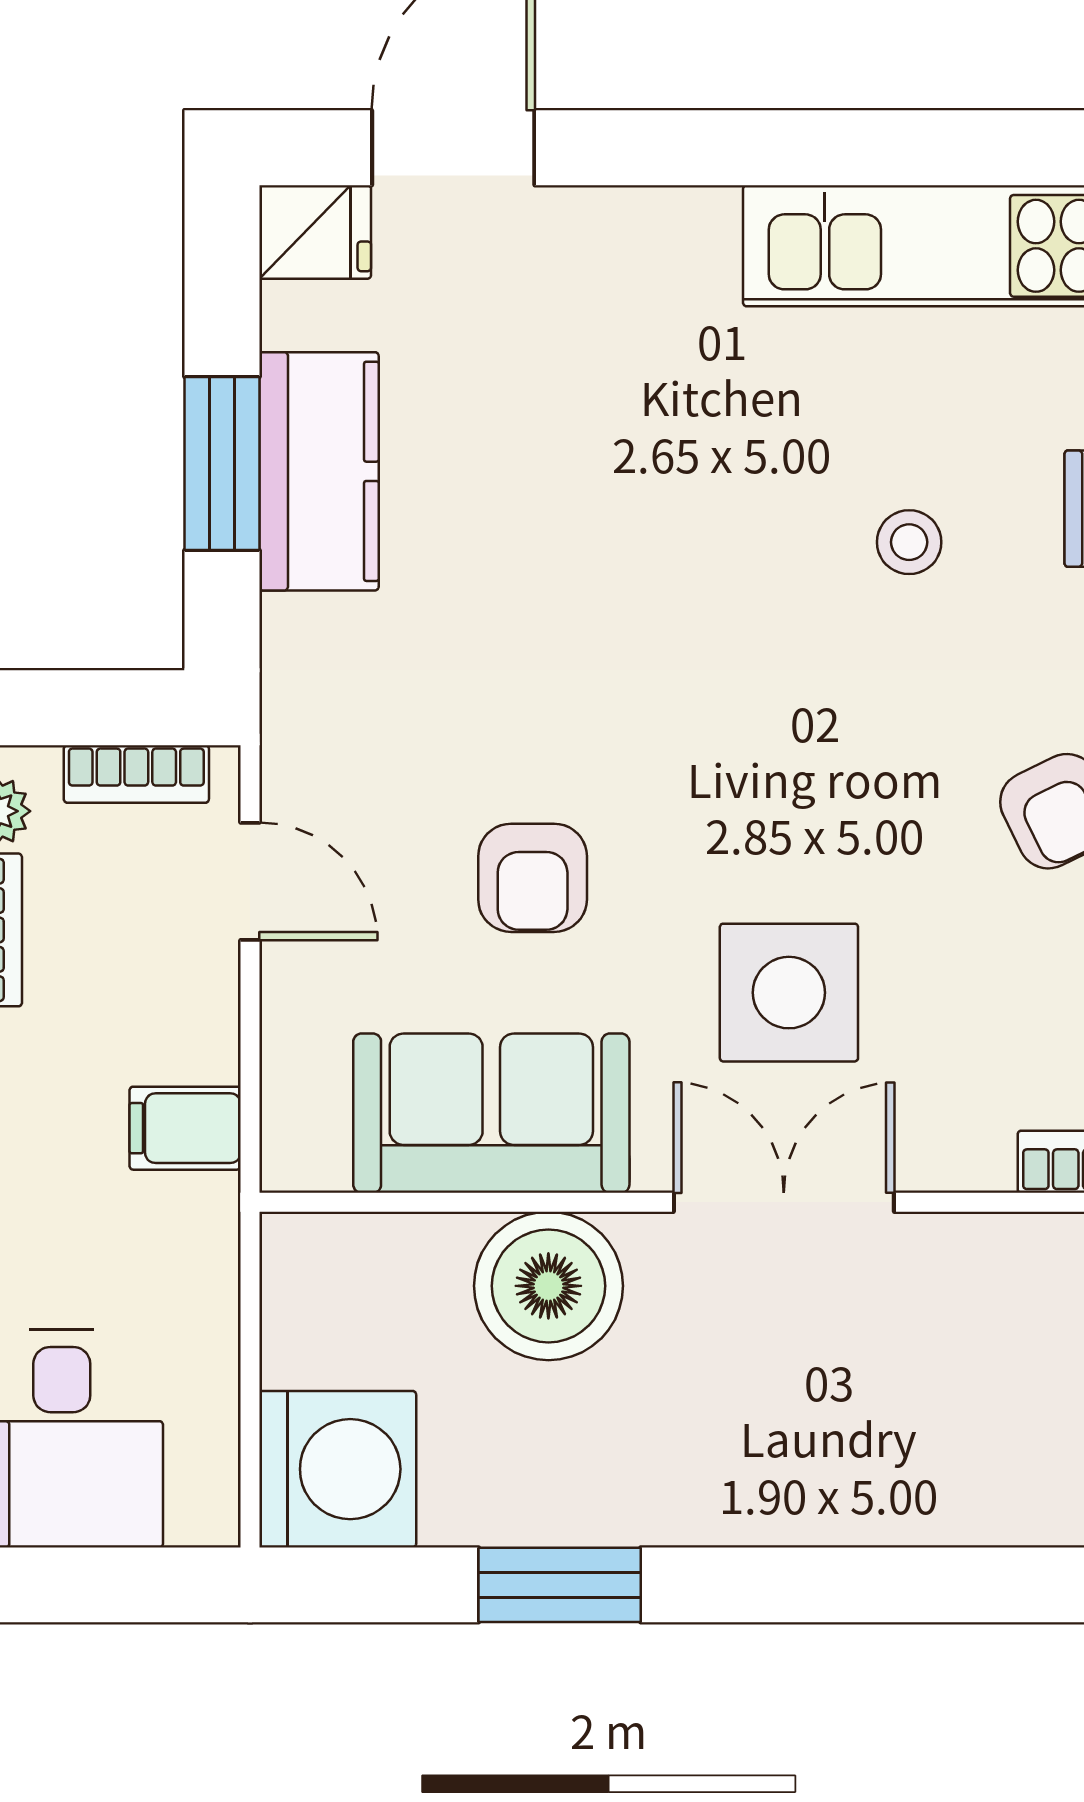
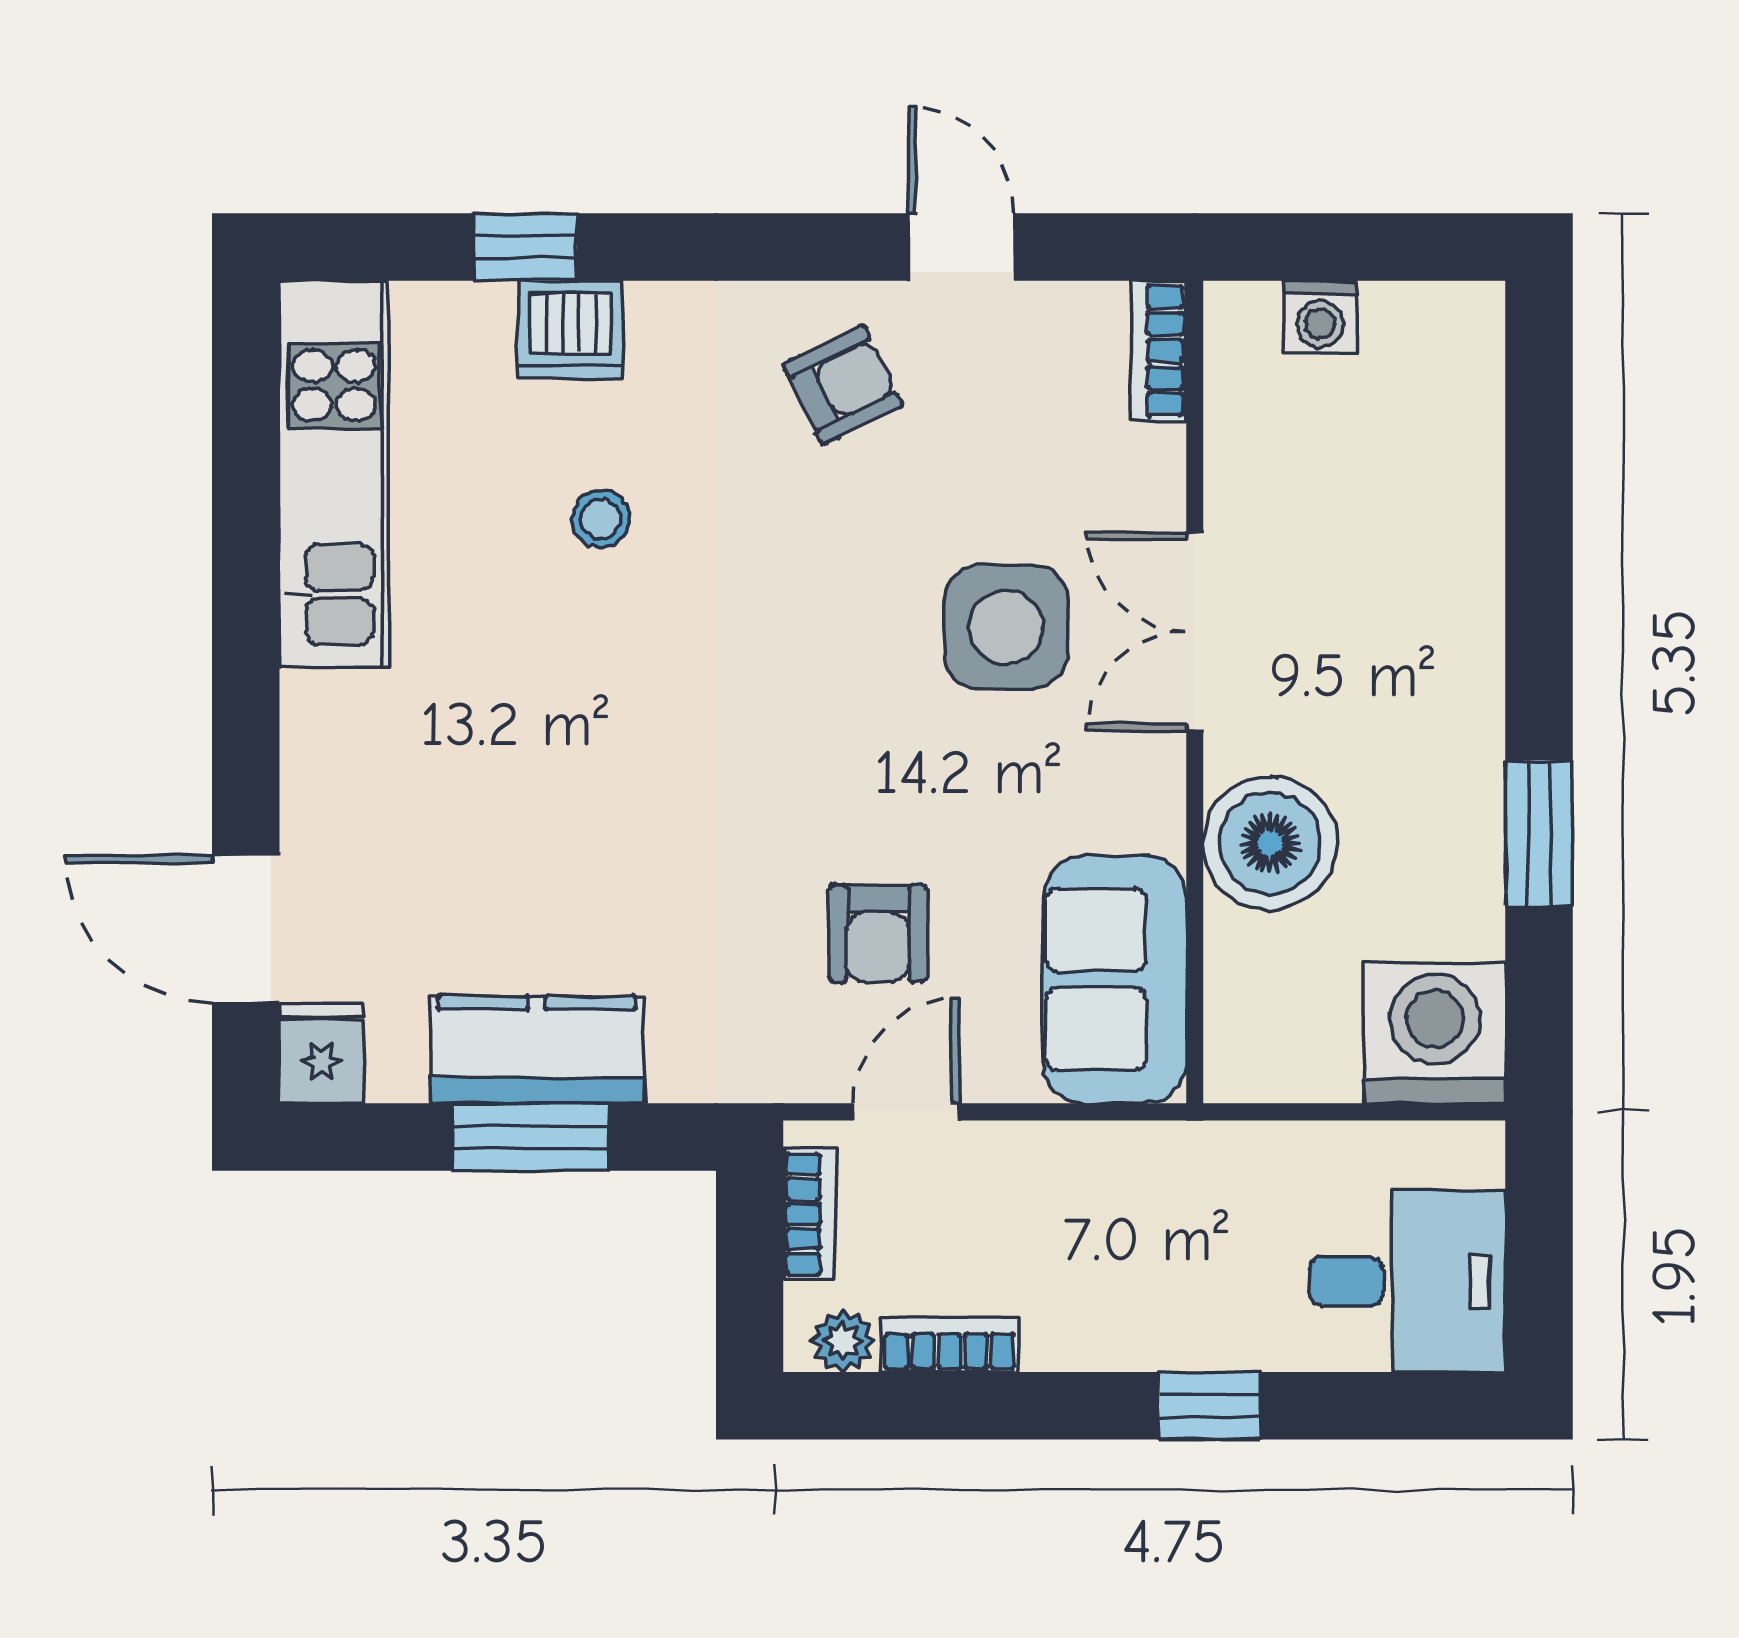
armchair: (533, 878) -> (878, 933), moved, turned 90
sofa: (491, 1113) -> (1115, 979), moved
filing cabinet: (185, 1128) -> (1128, 1170), removed

